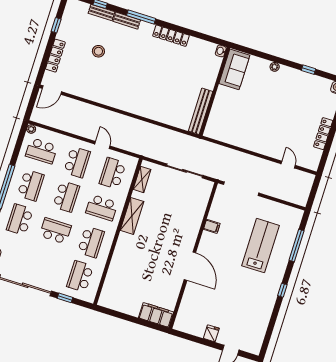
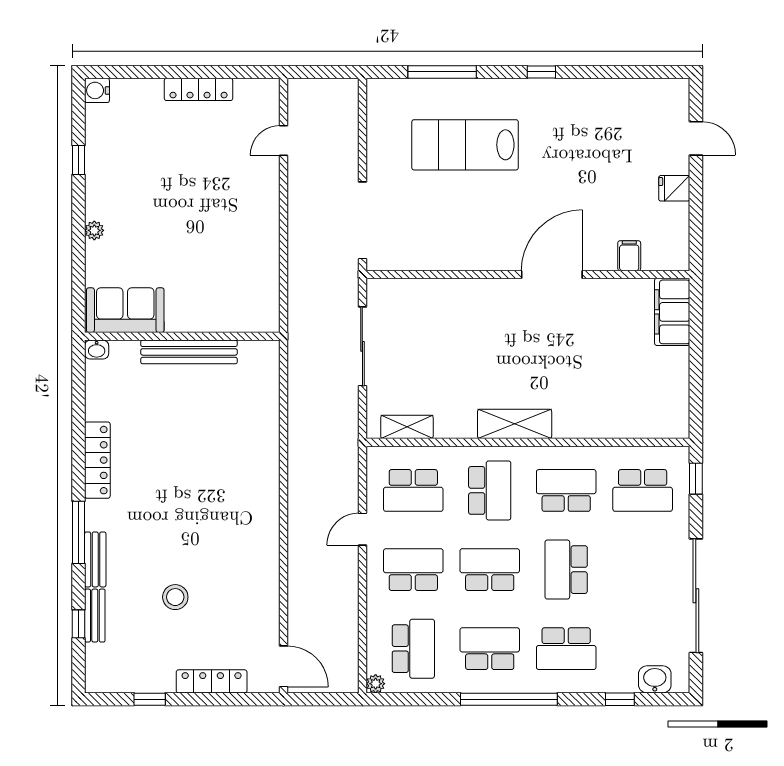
bench: (201, 111) -> (189, 352), moved
shelving: (132, 216) -> (515, 424), moved
filing cabinet: (212, 226) -> (629, 256), moved
window: (65, 298) -> (696, 479), moved

